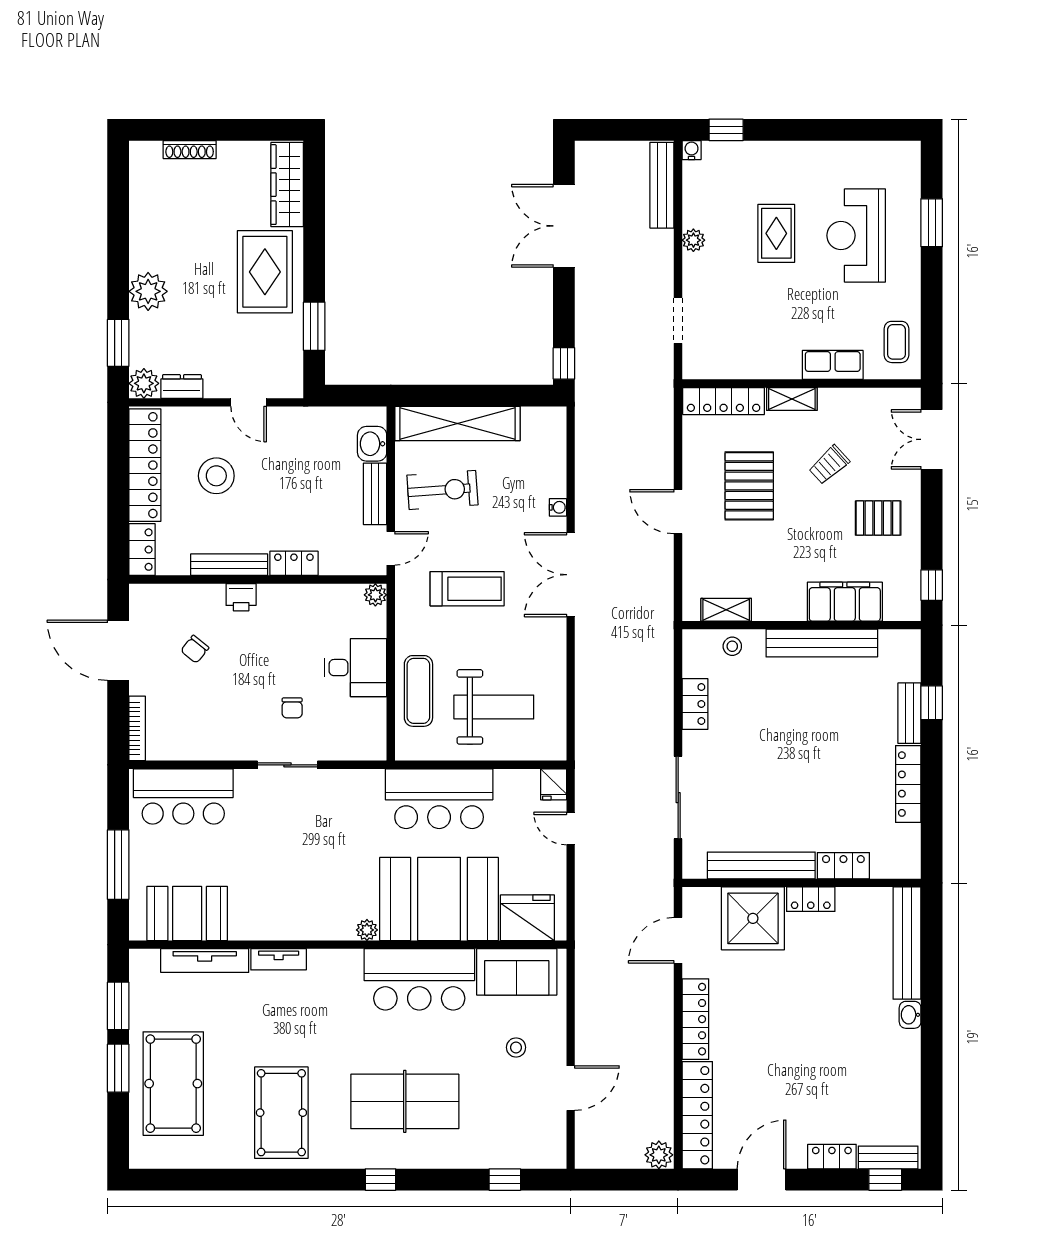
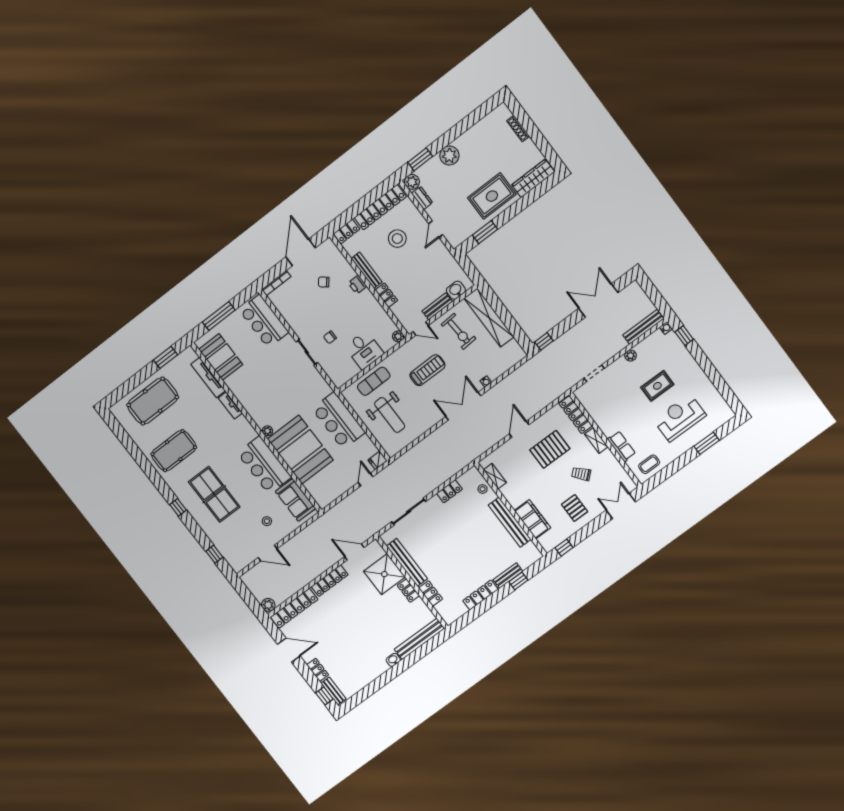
treadmill: (467, 589) -> (427, 370), turned -90
fridge: (527, 918) -> (319, 489), removed
window: (118, 1068) -> (142, 376), removed

